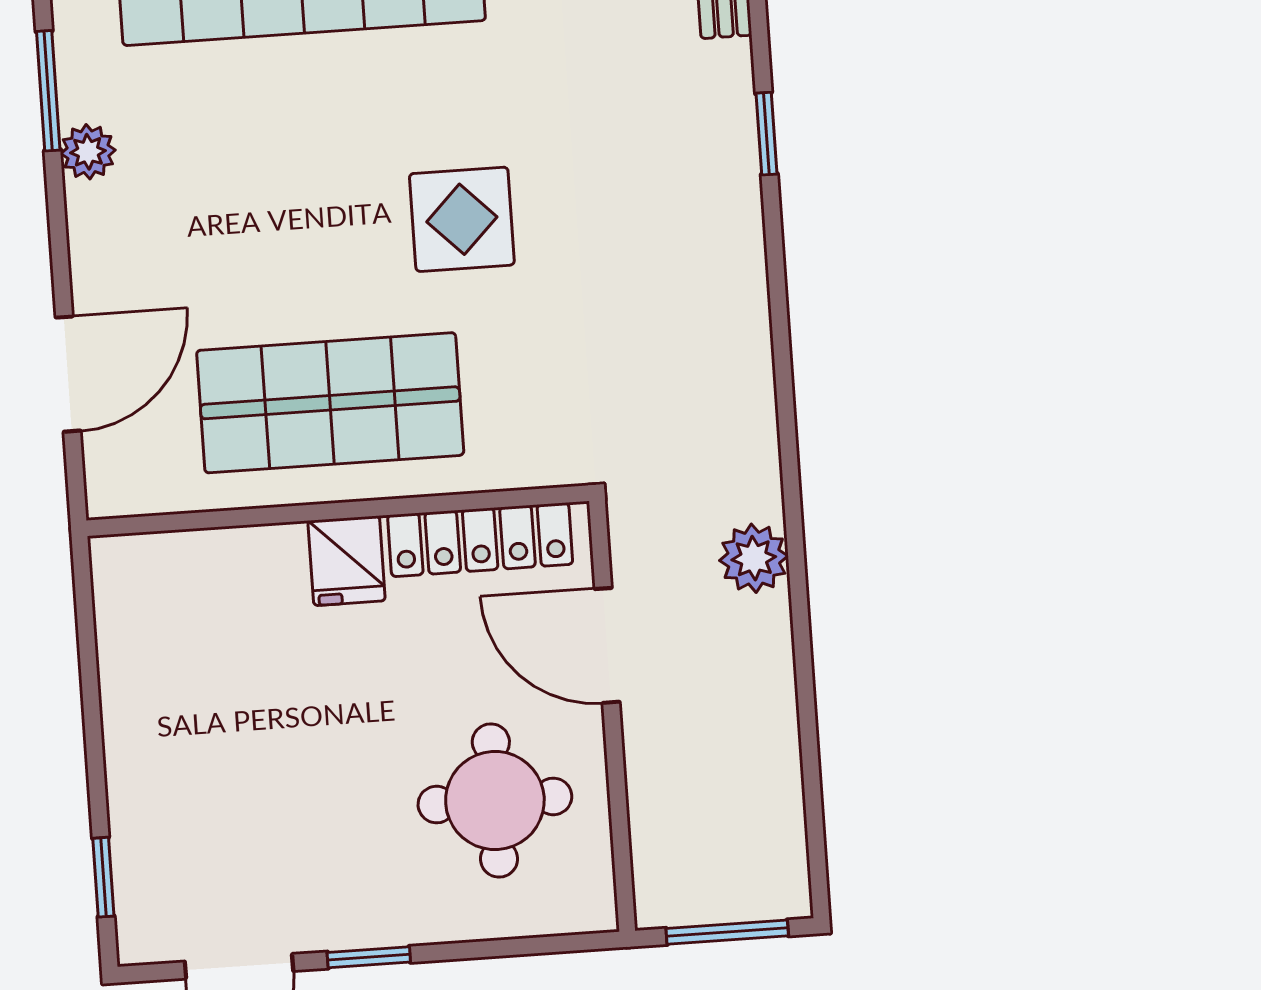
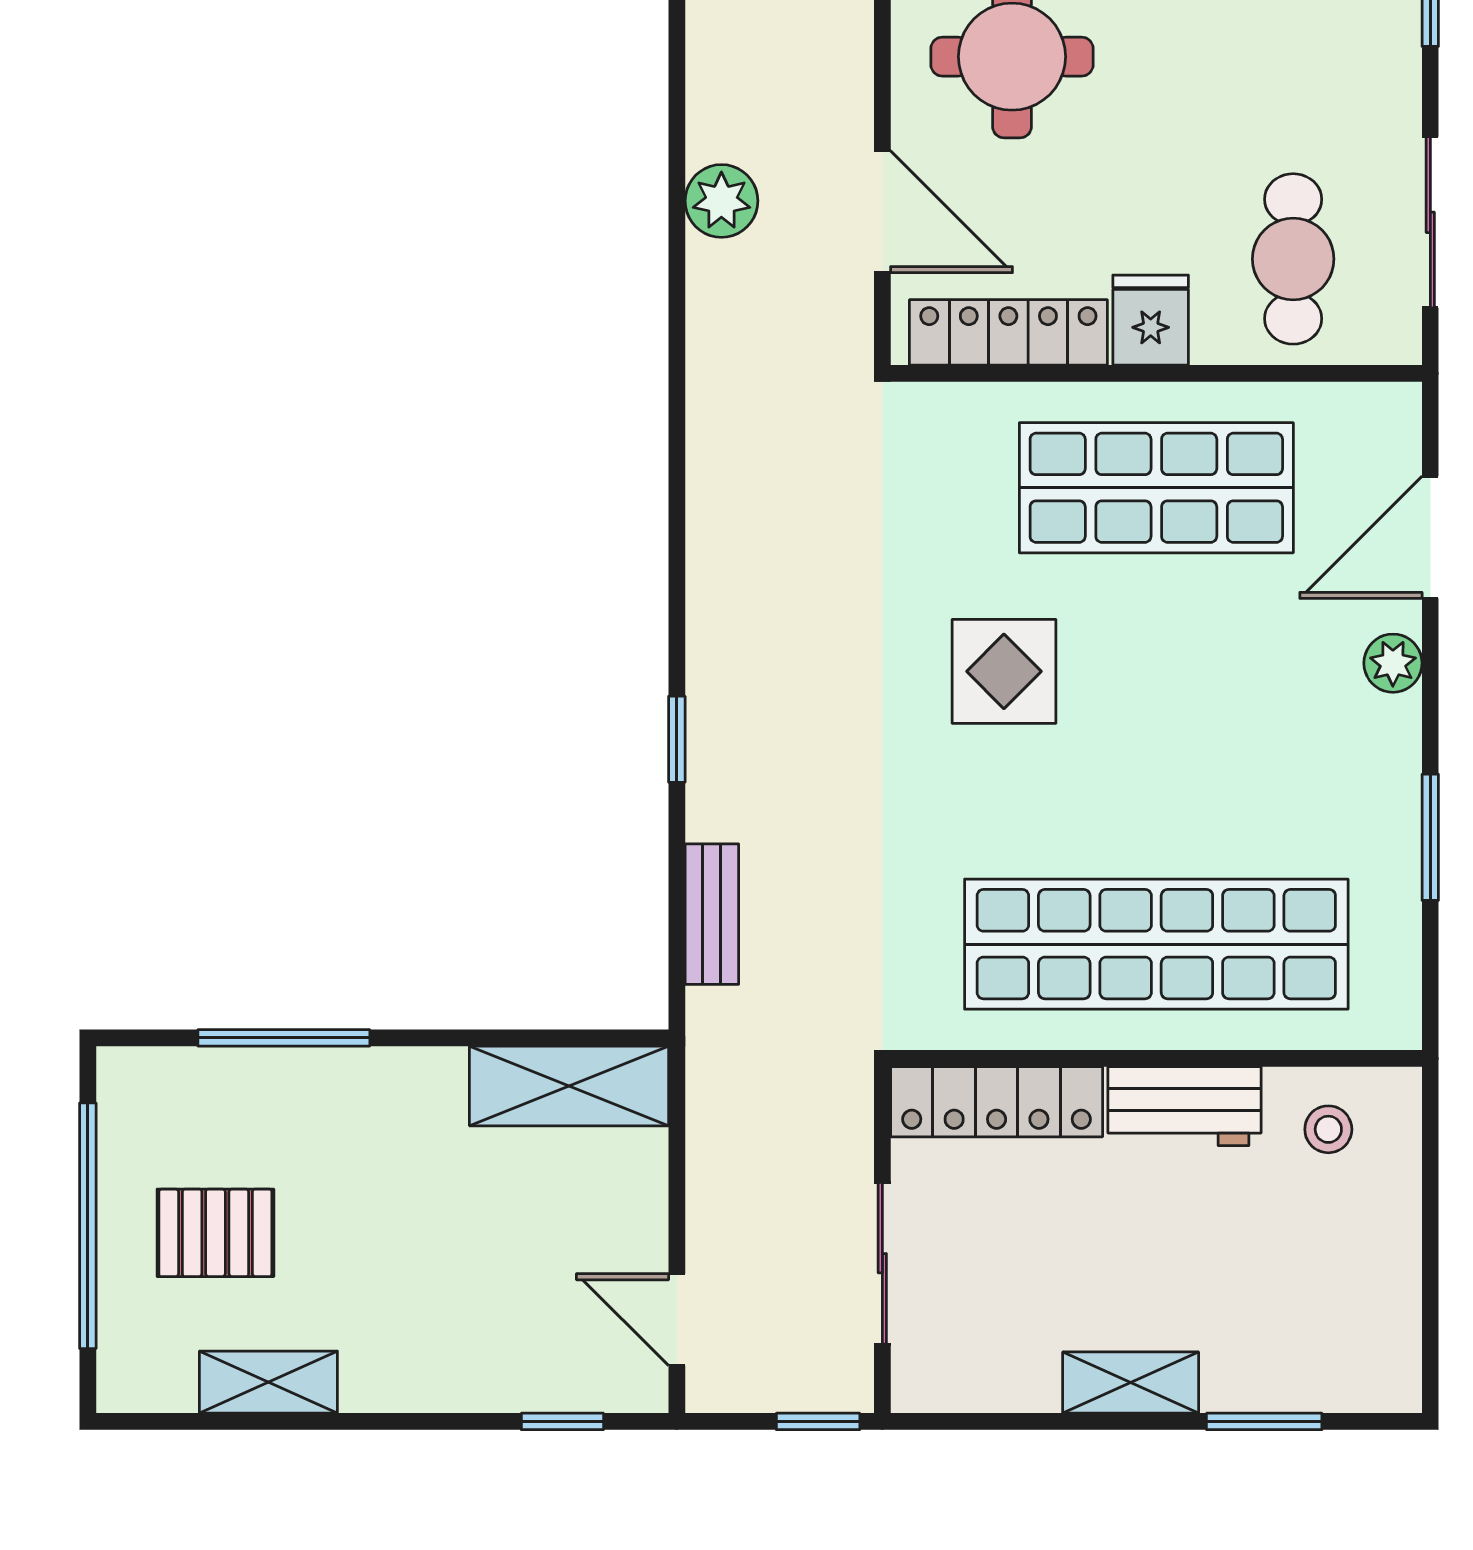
plant: (88, 152) -> (1393, 663), moved
plant: (754, 558) -> (721, 201), moved
cafe table: (216, 628) -> (1293, 259), added
sliding door: (89, 672) -> (1430, 222), added

